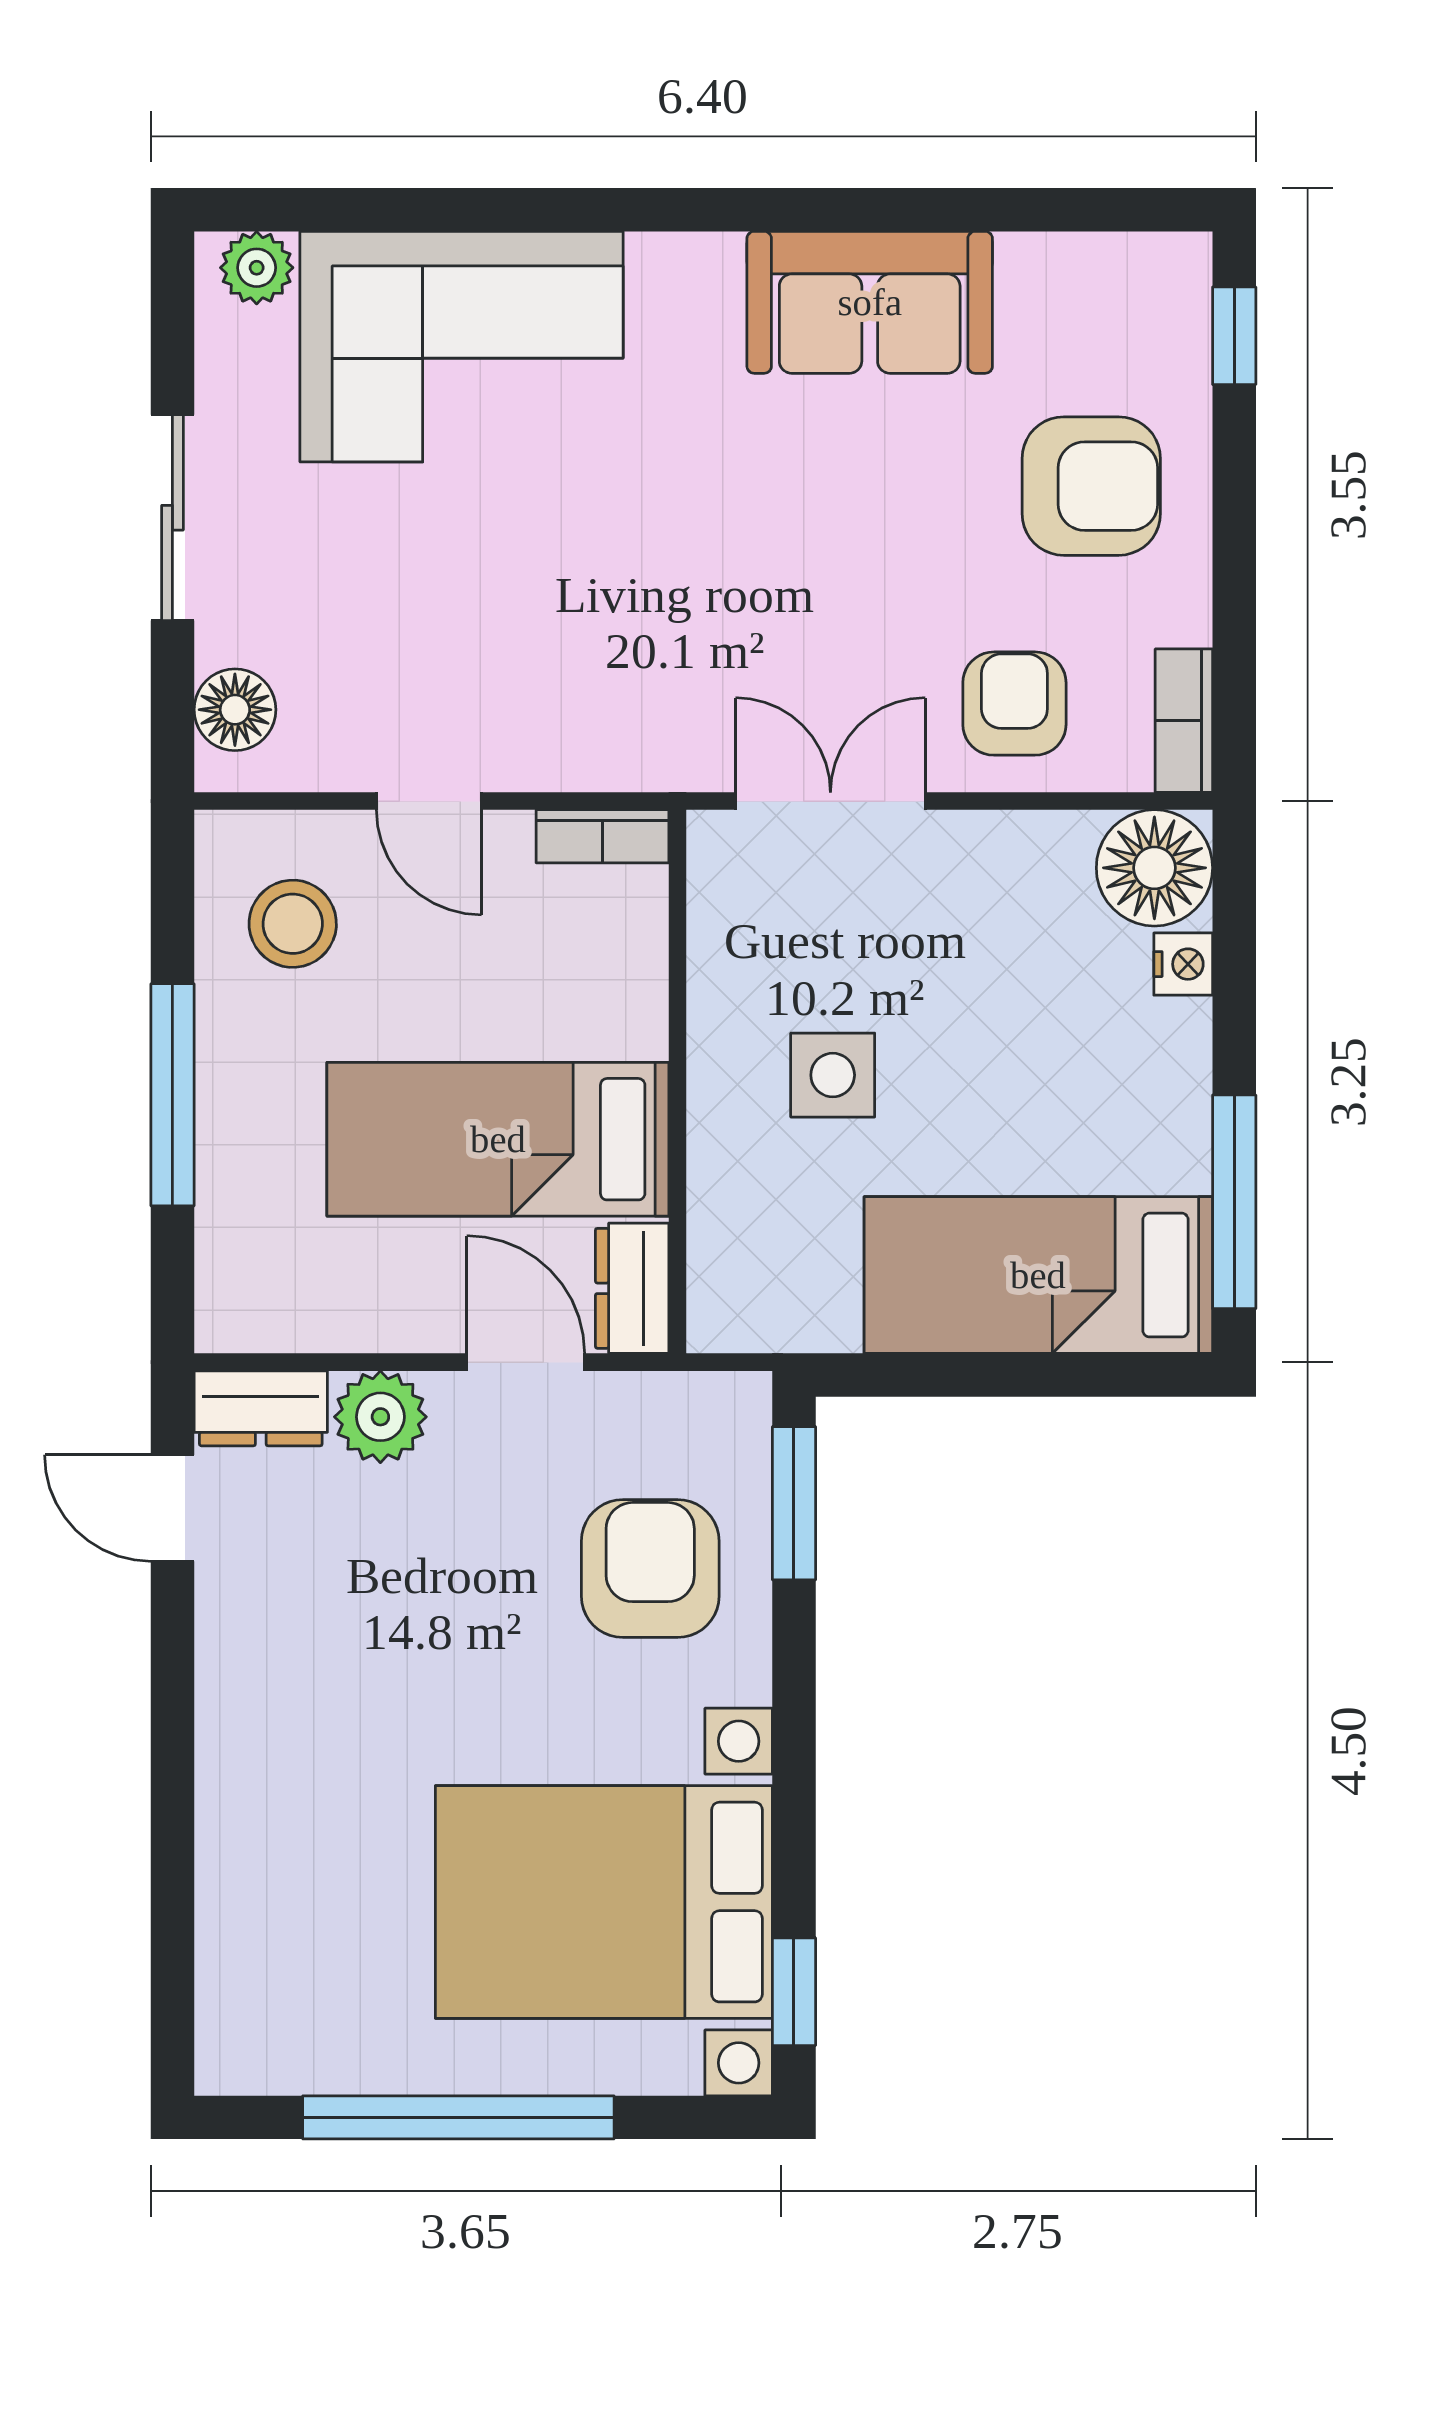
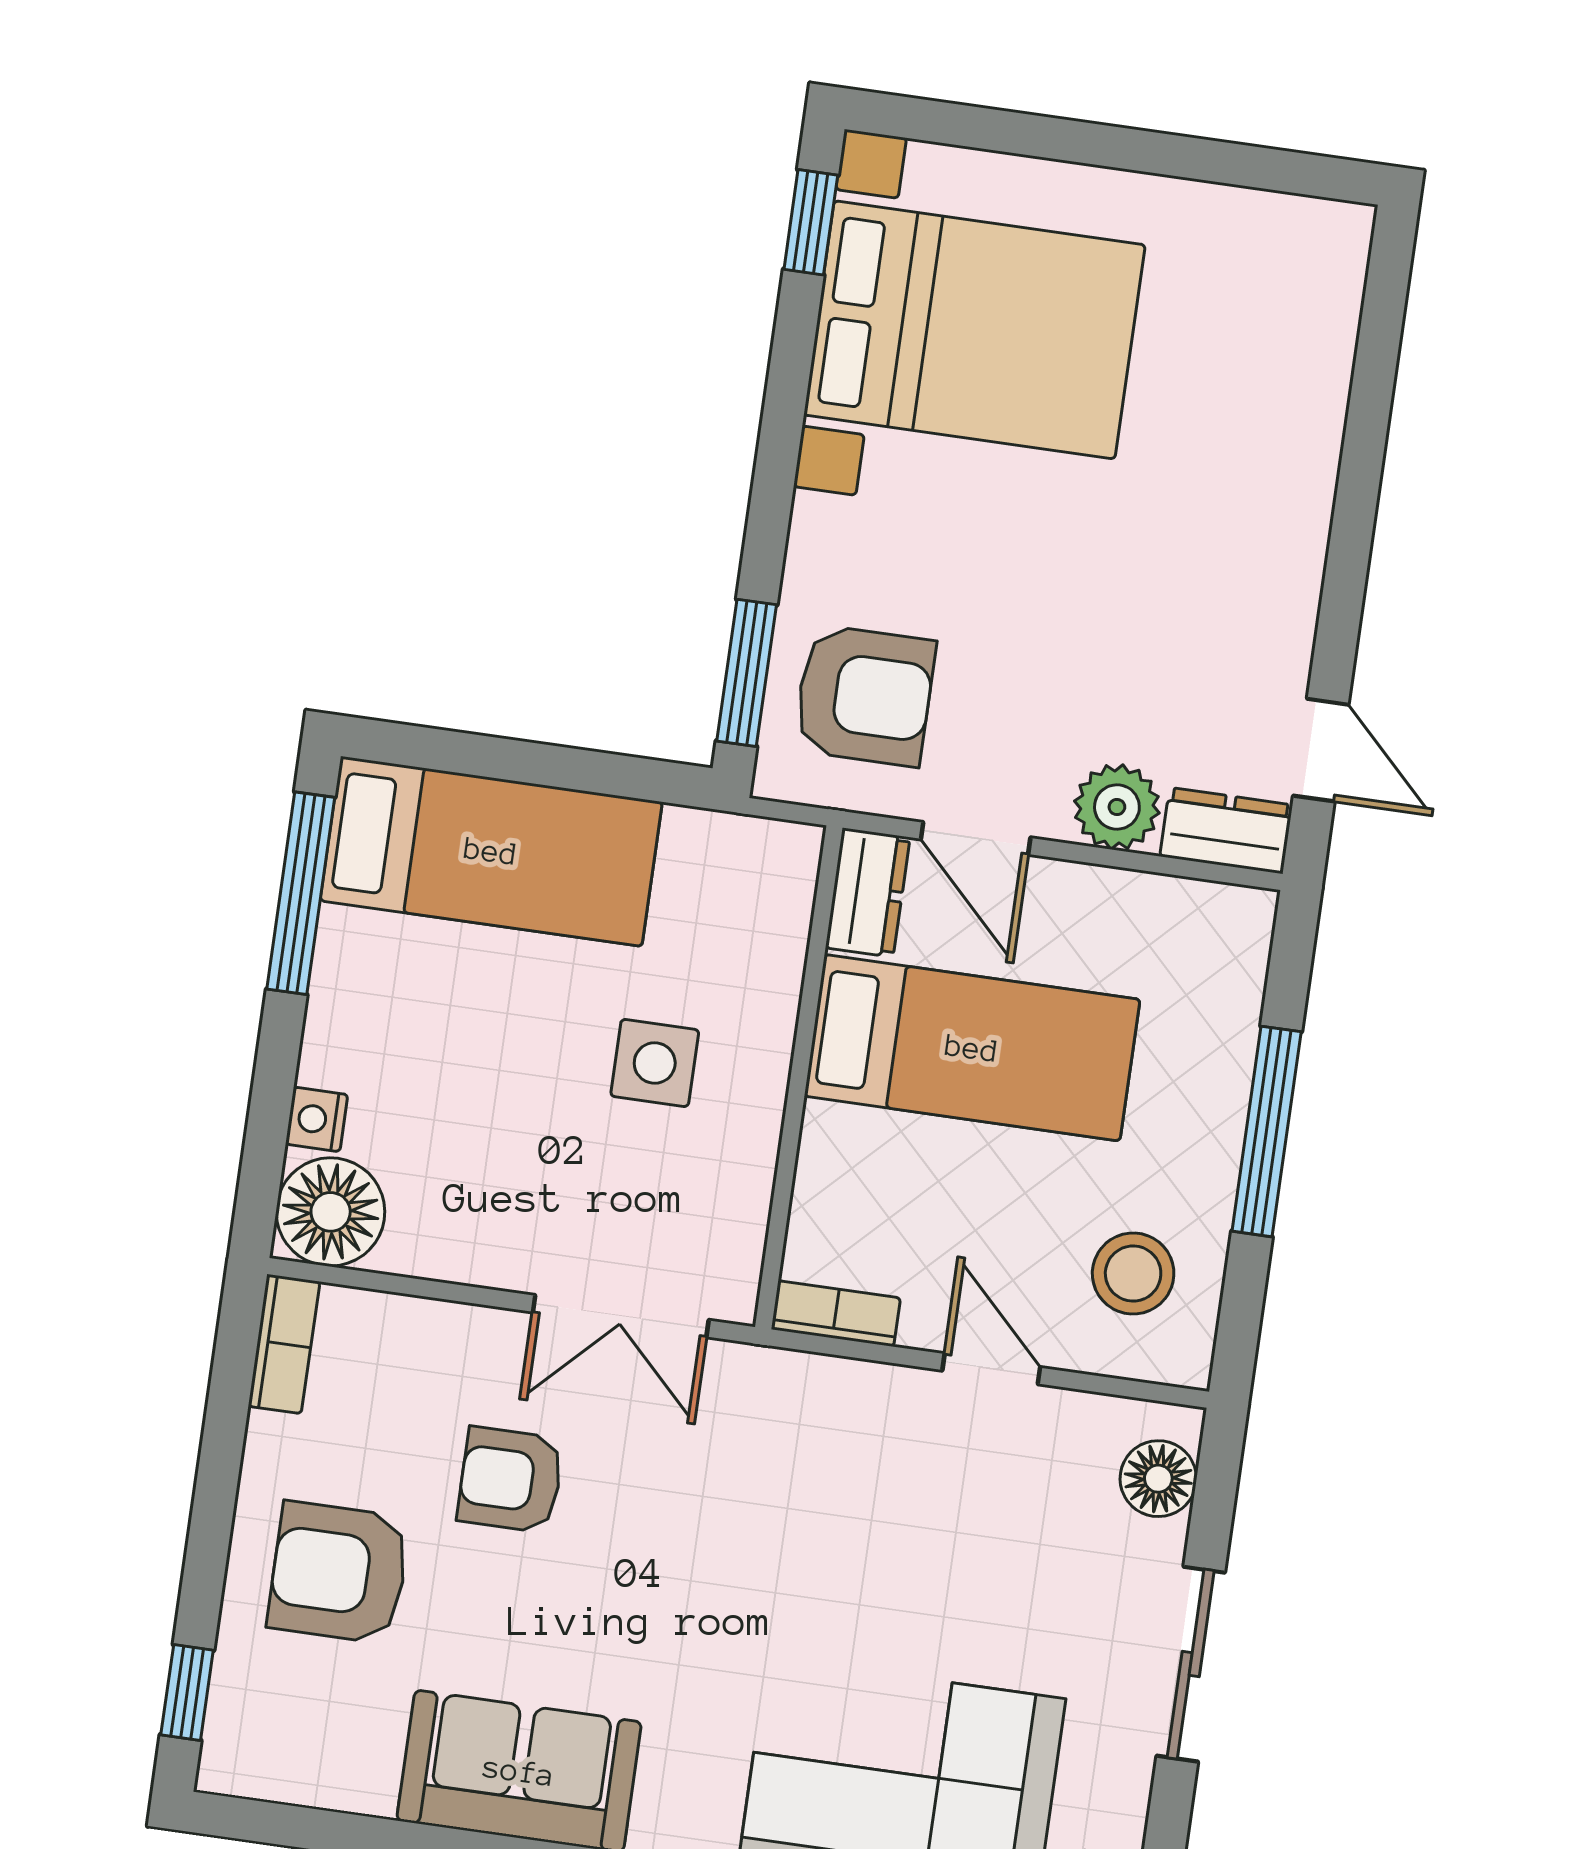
armchair: (1014, 704) -> (510, 1480), moved, turned 90
armchair: (650, 1569) -> (864, 695), moved, turned -90
window: (458, 2117) -> (1137, 150), removed

